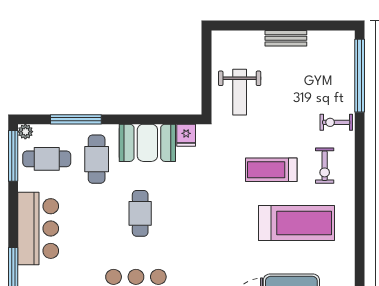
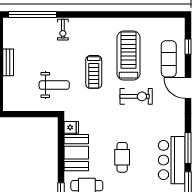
weight bench: (240, 92) -> (54, 85), moved
exercise bike: (325, 166) -> (136, 96), moved, width x1.38, depth x1.39
cafe table: (140, 213) -> (122, 157), turned 90

